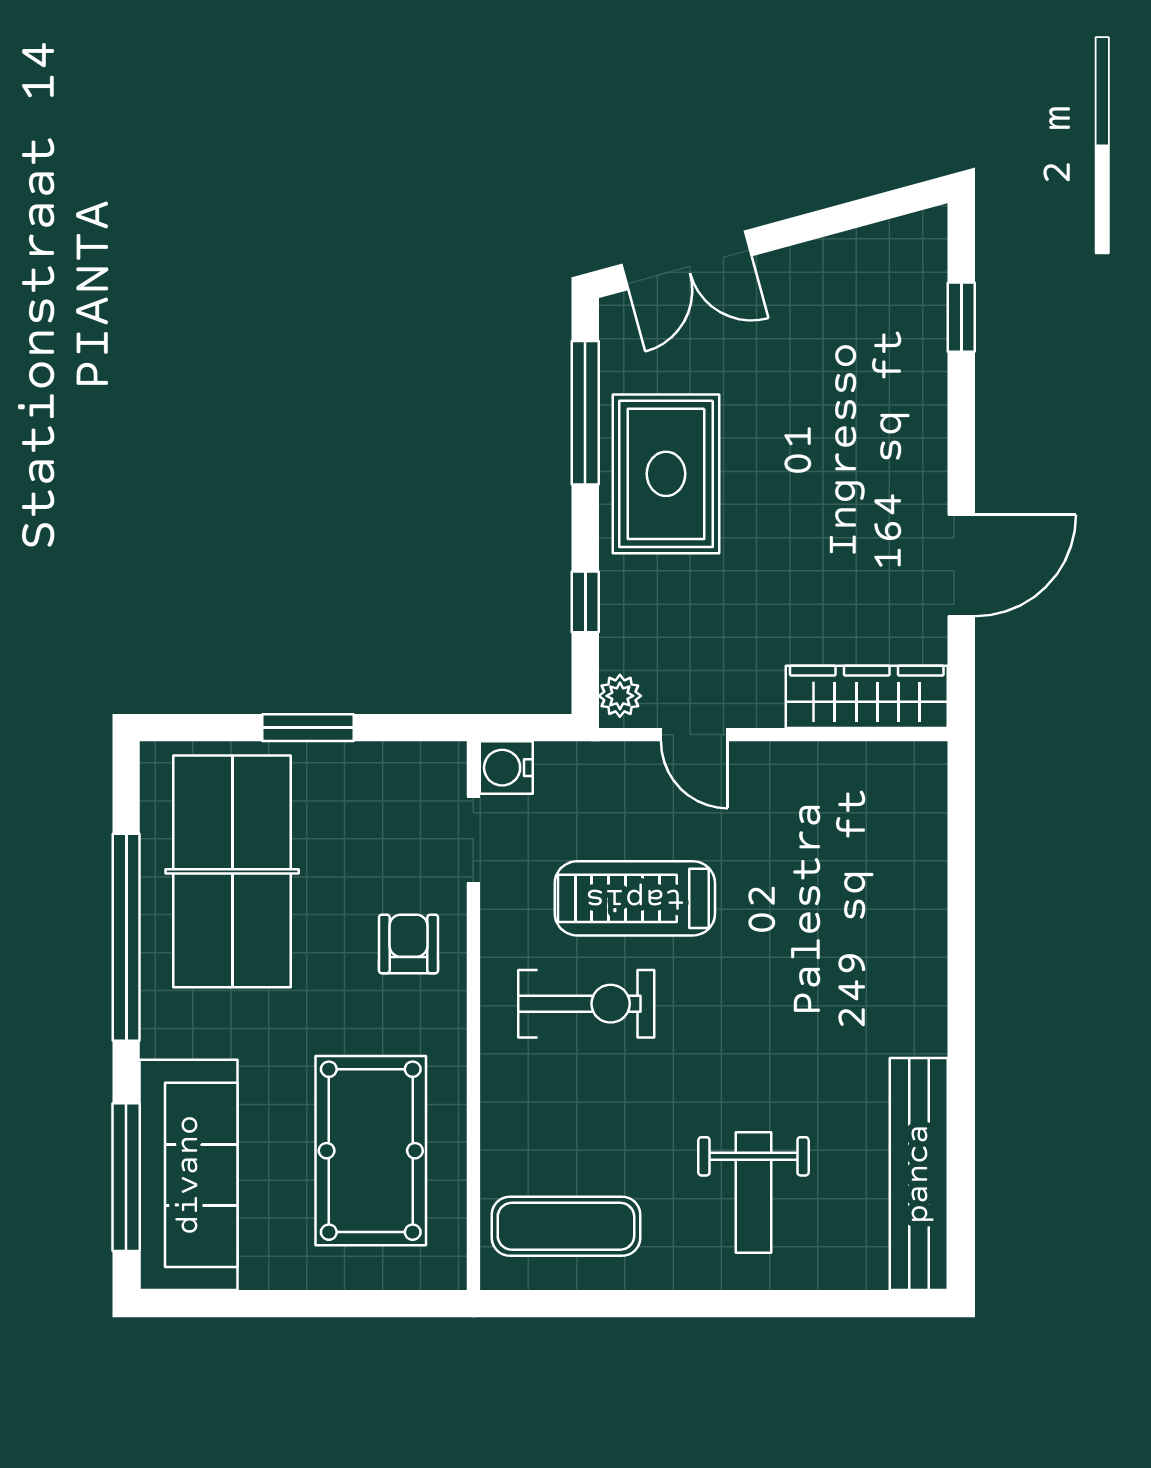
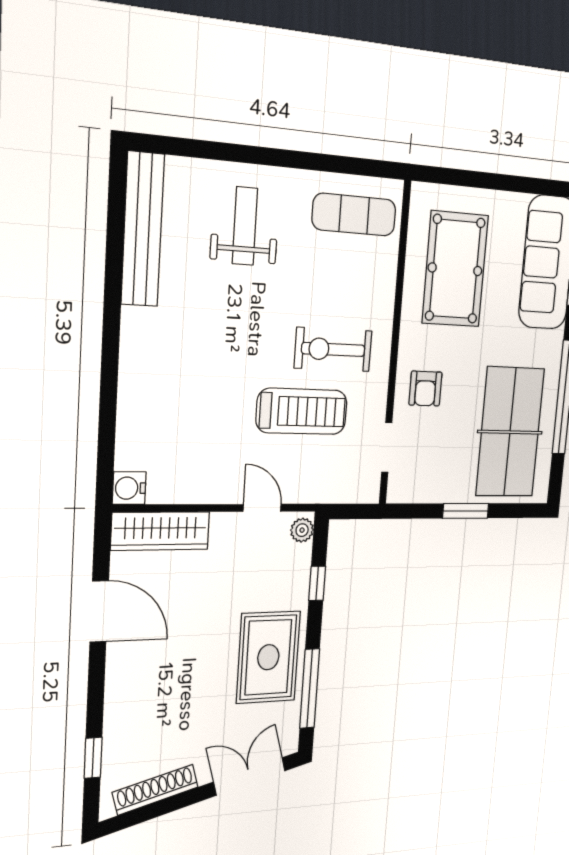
shoe rack: (853, 252) -> (156, 790), added
door: (961, 565) -> (99, 611), swing flipped
water cooler: (506, 768) -> (129, 488), moved, turned 180

